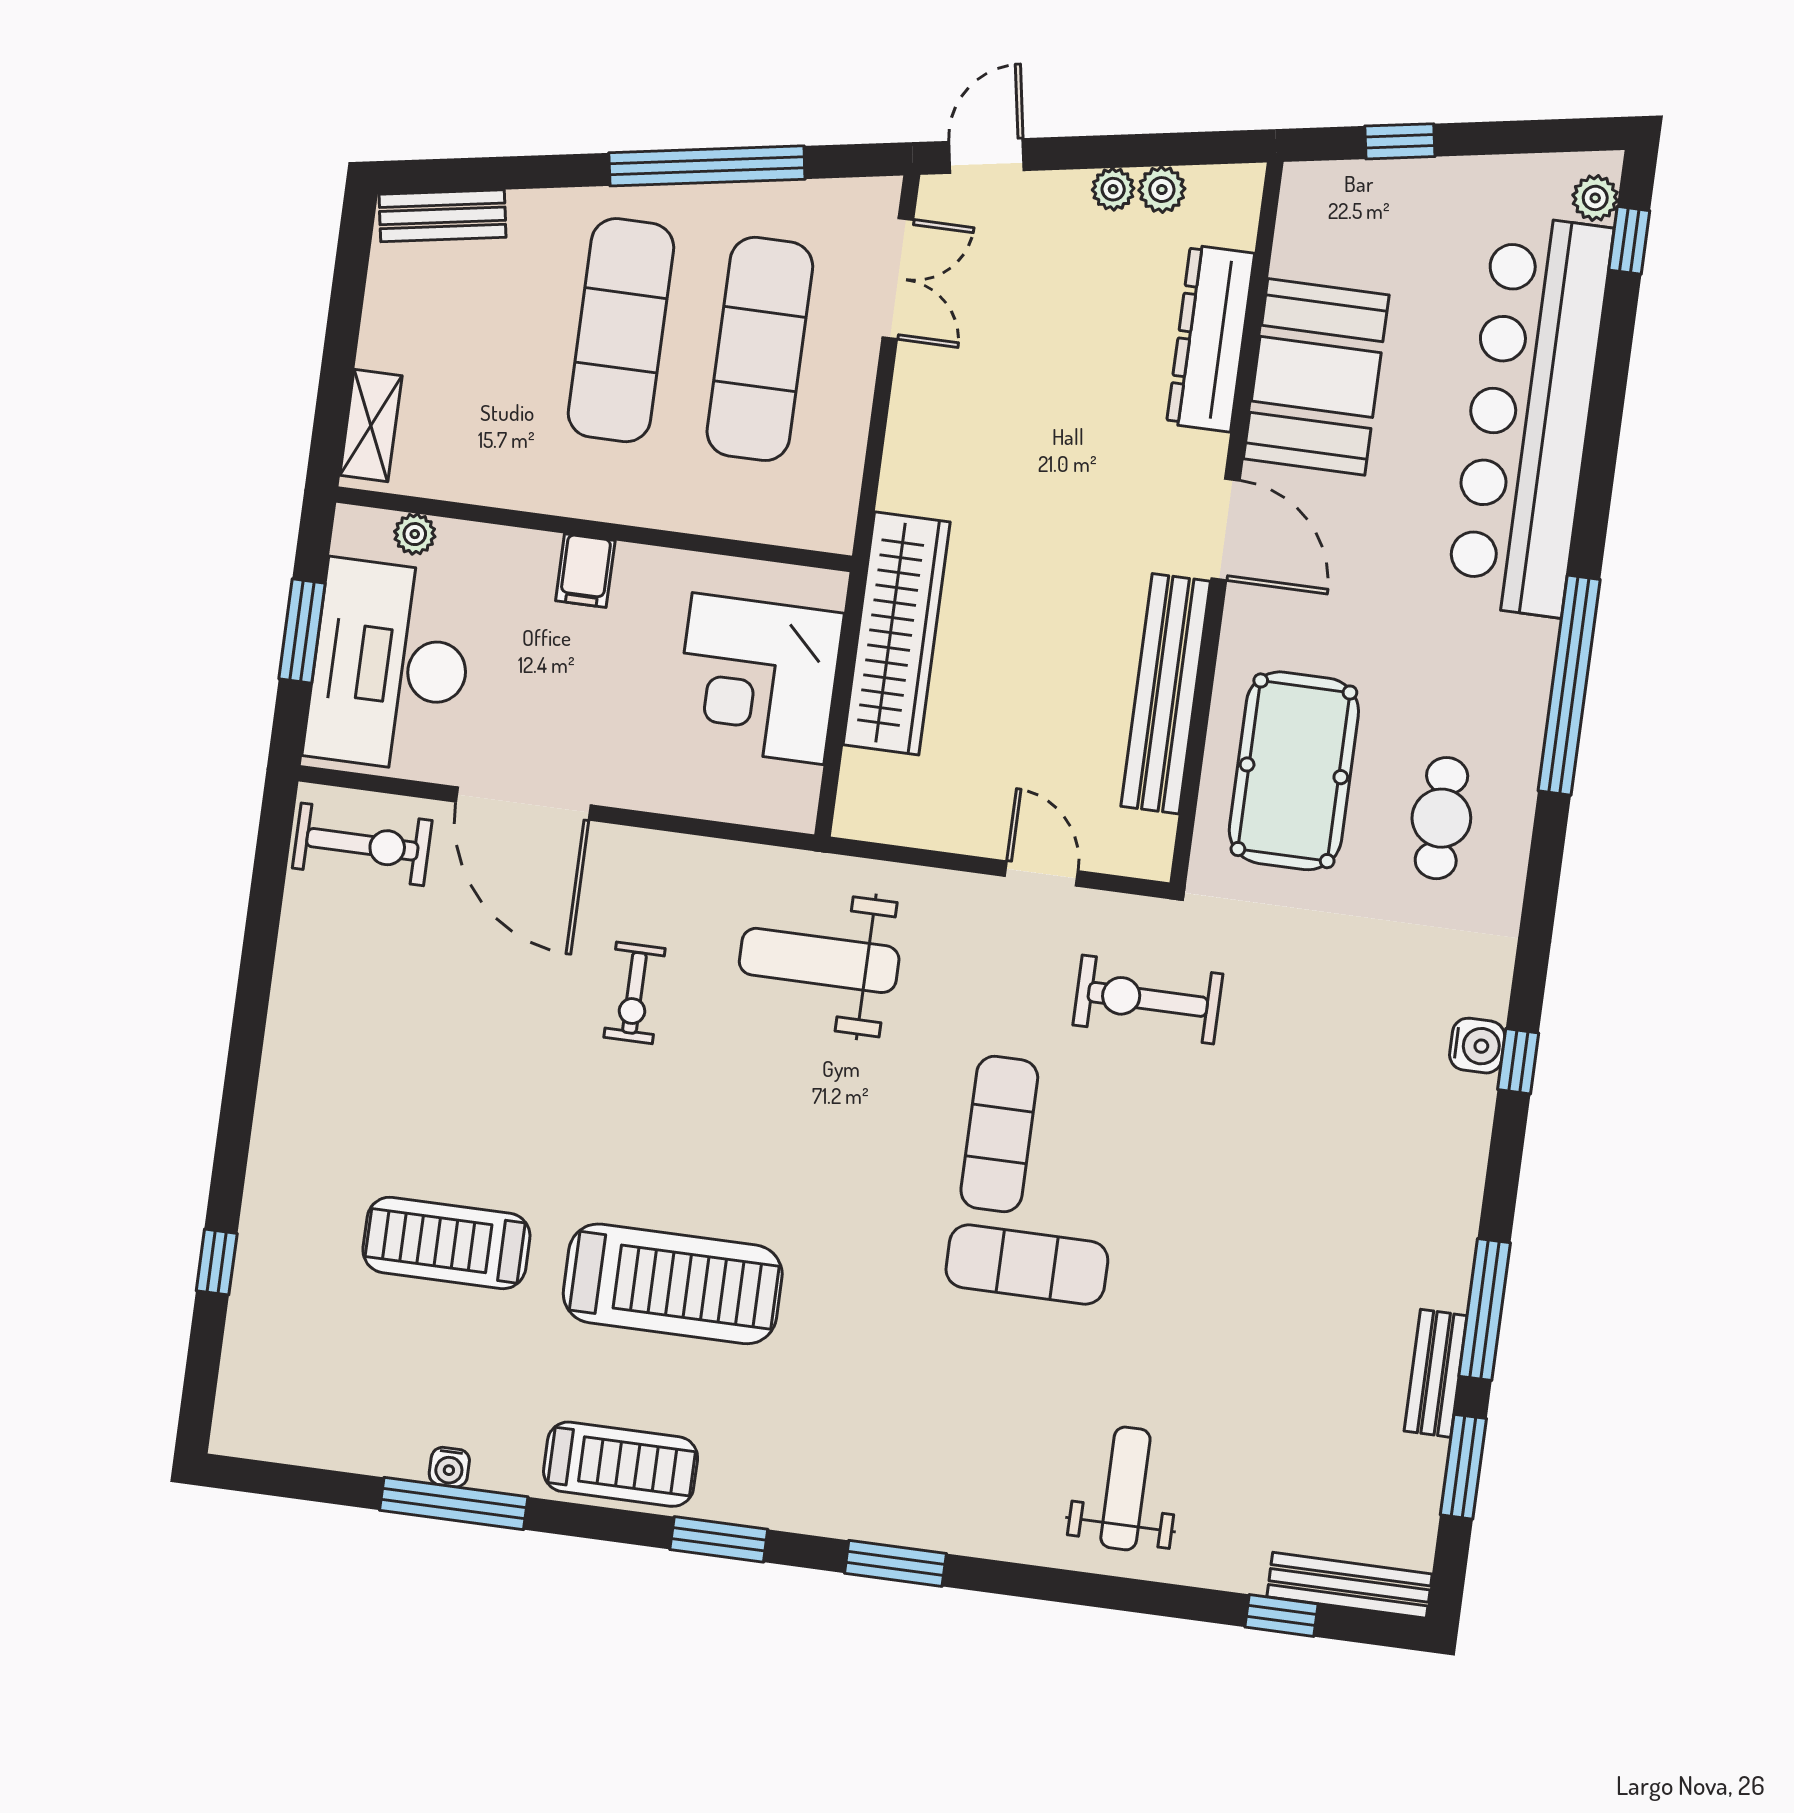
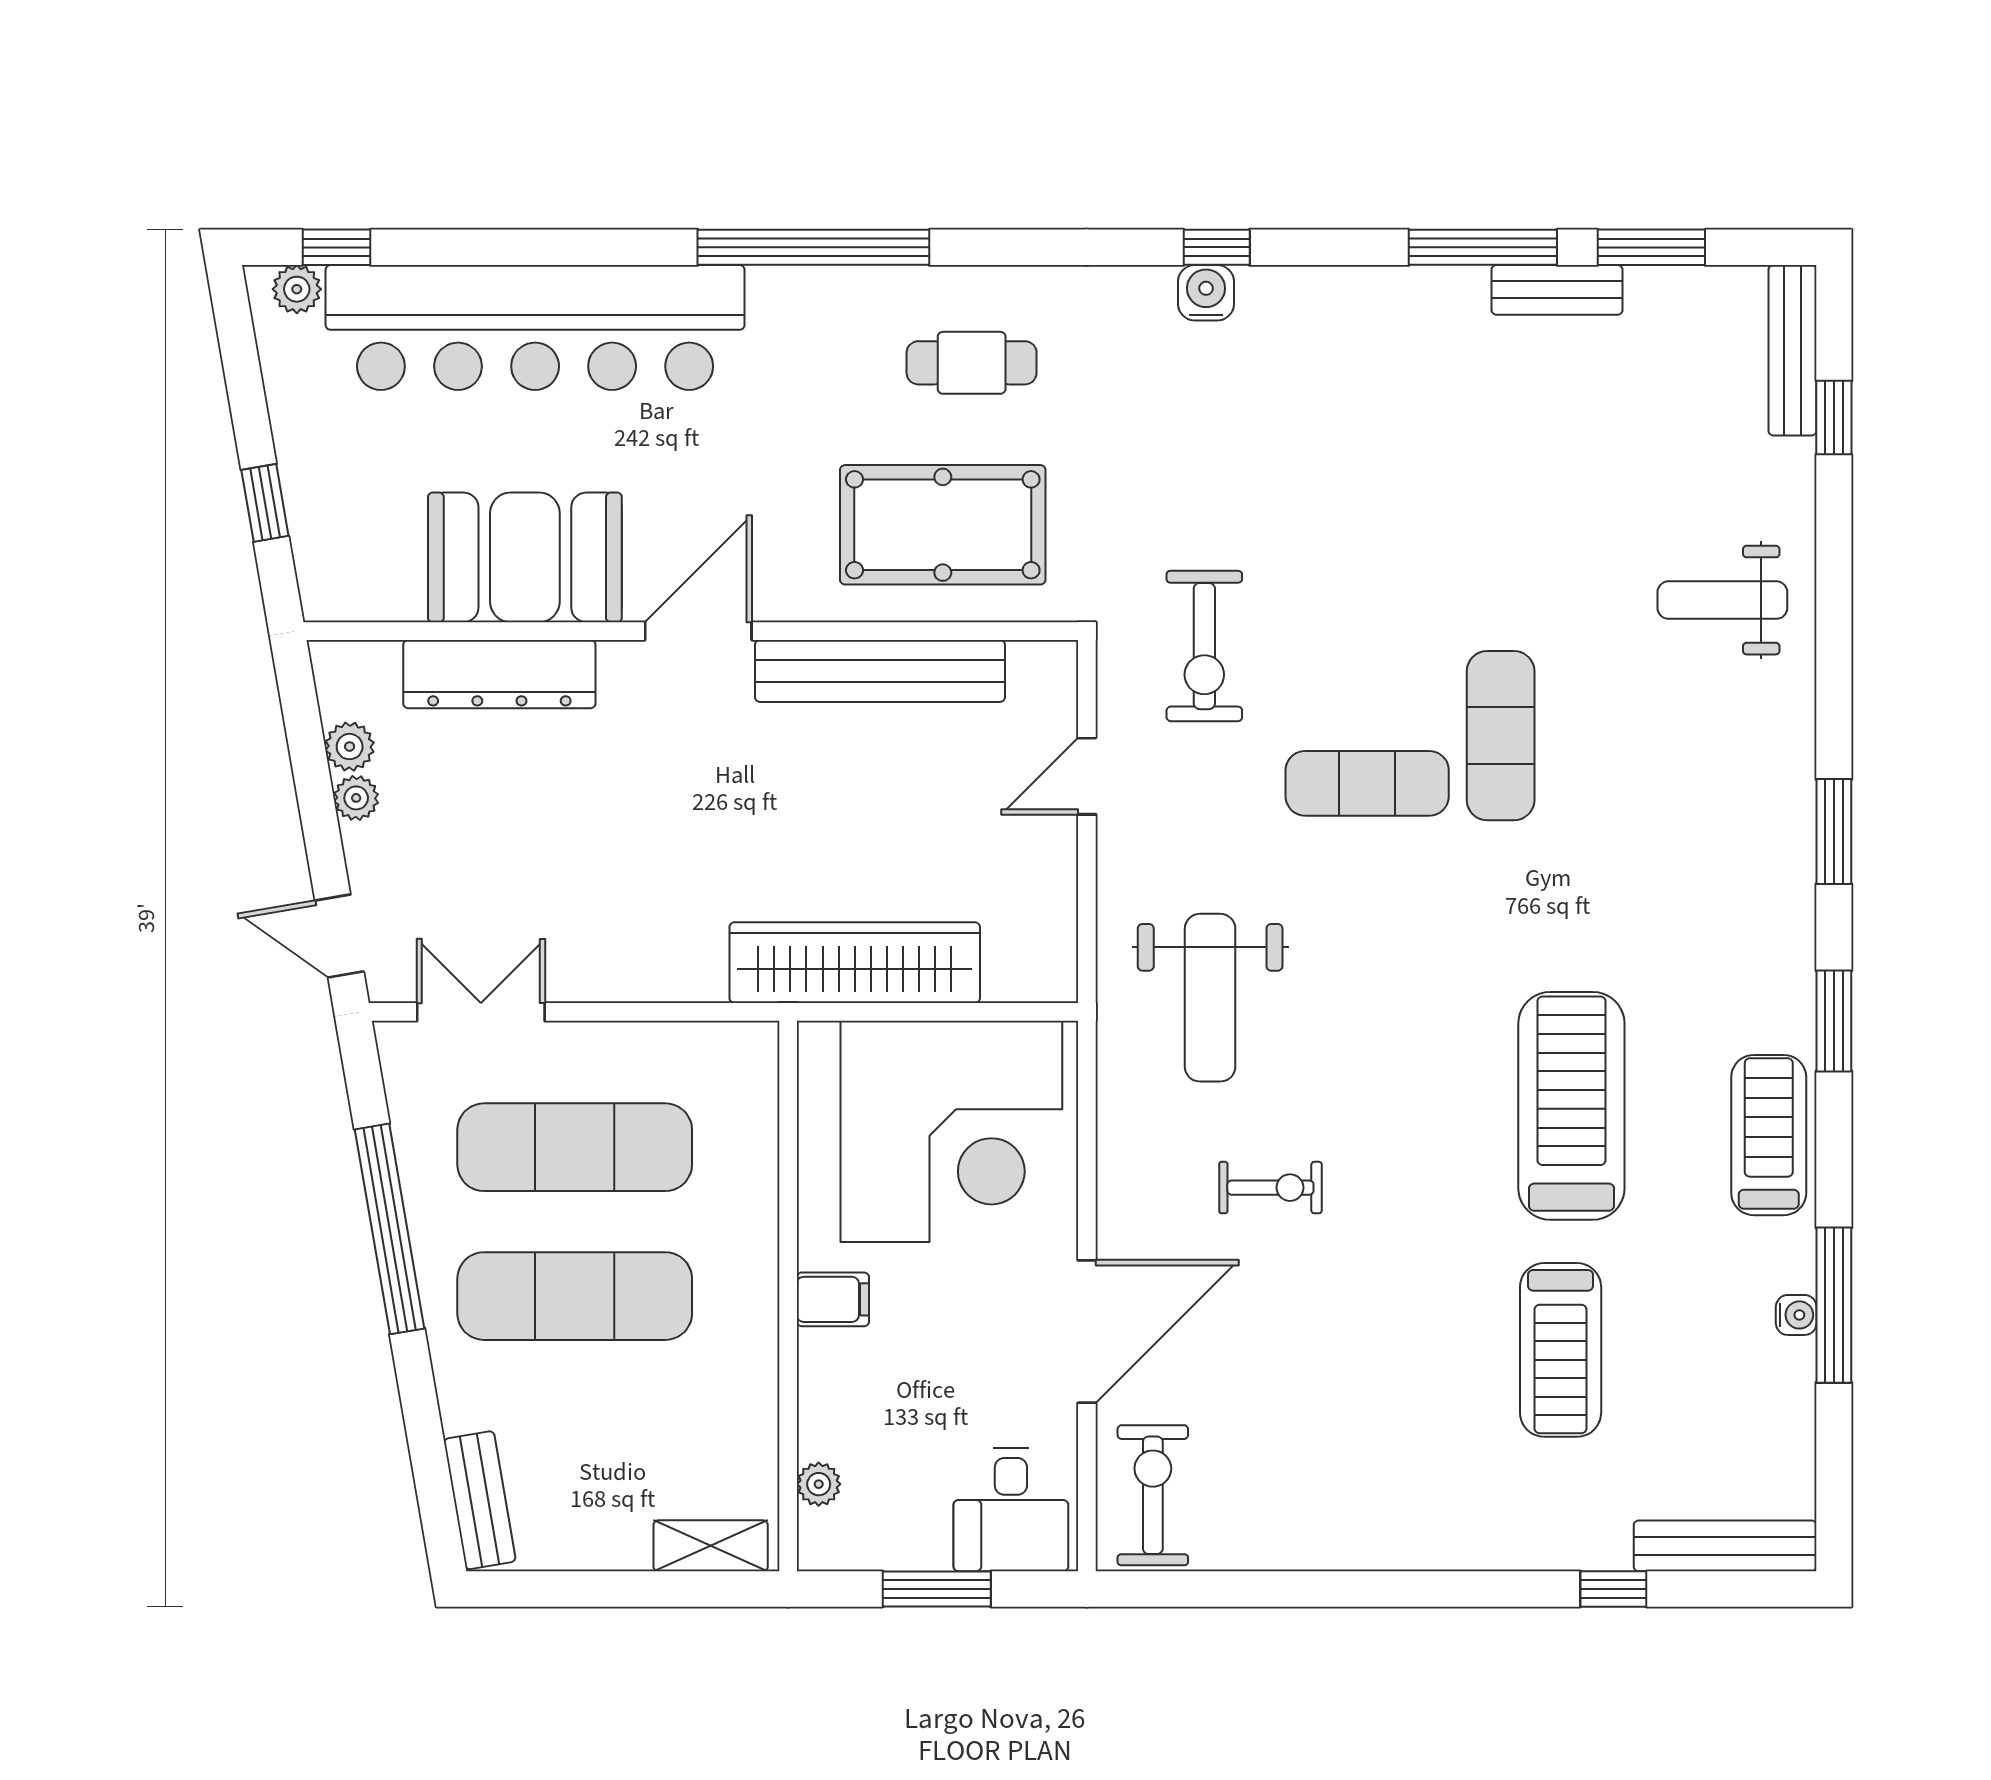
desk: (390, 666) -> (1011, 1510), width x0.53, depth x0.77
corner desk: (758, 679) -> (951, 1131), width x1.36, depth x1.36
bench: (243, 1372) -> (1725, 1546), added

